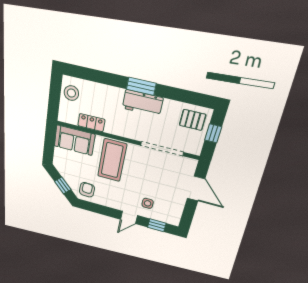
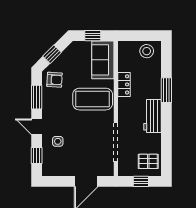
window: (141, 86) -> (166, 90), moved
pallet: (193, 120) -> (148, 161), turned 90
locker: (91, 123) -> (124, 84), moved
window: (49, 144) -> (93, 36), added
window: (101, 210) -> (37, 97), added

